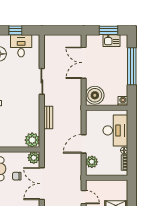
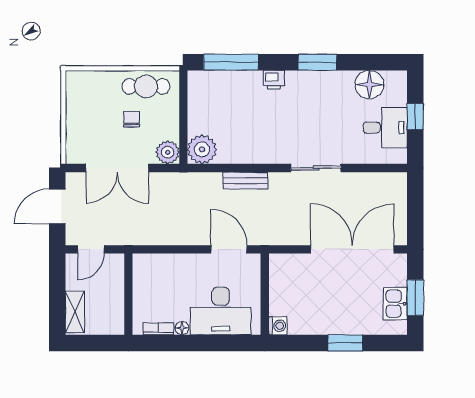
double door: (84, 63) -> (352, 249), width x1.36
window: (132, 66) -> (345, 343), width x0.47
boiler: (95, 95) -> (289, 271), removed
door: (84, 144) -> (229, 249), moved
plant: (92, 162) -> (160, 265), removed
double door: (42, 184) -> (117, 168), swing flipped

